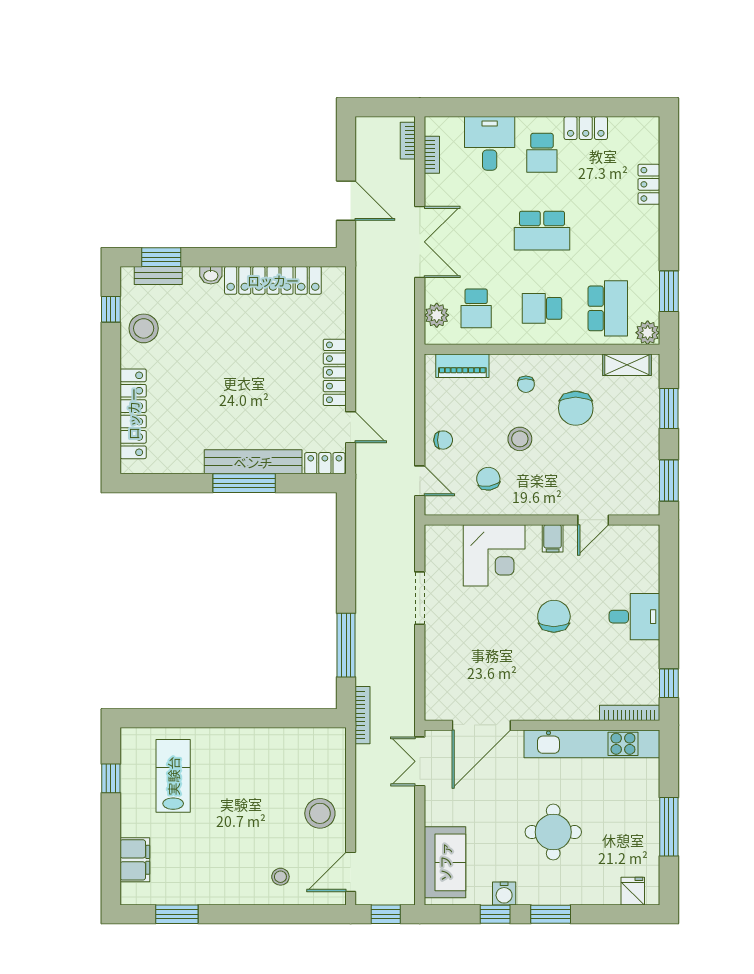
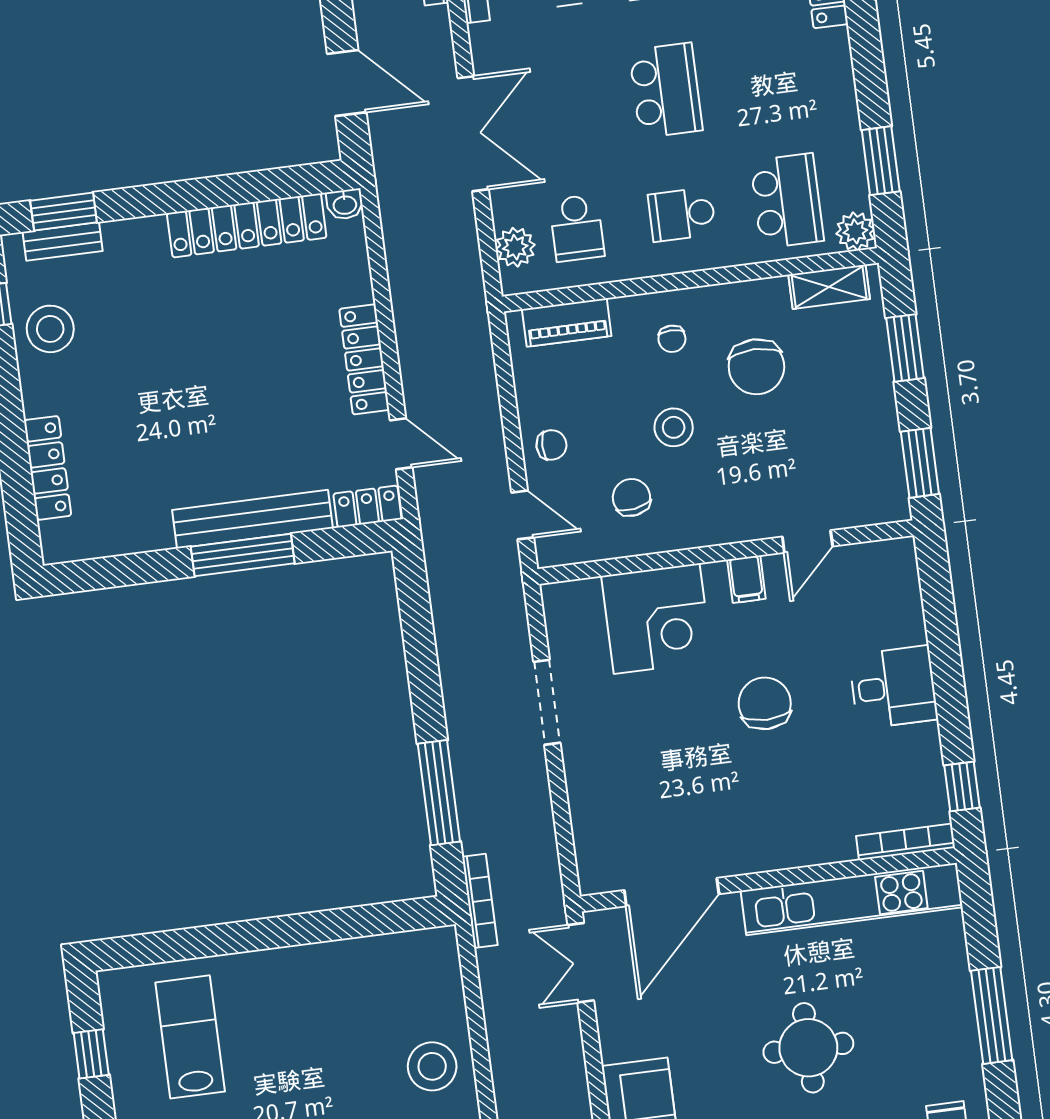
school desk: (542, 231) -> (666, 90), turned -90
washbasin: (211, 275) -> (345, 204), moved
locker: (133, 414) -> (48, 468), width x0.71, depth x0.83

